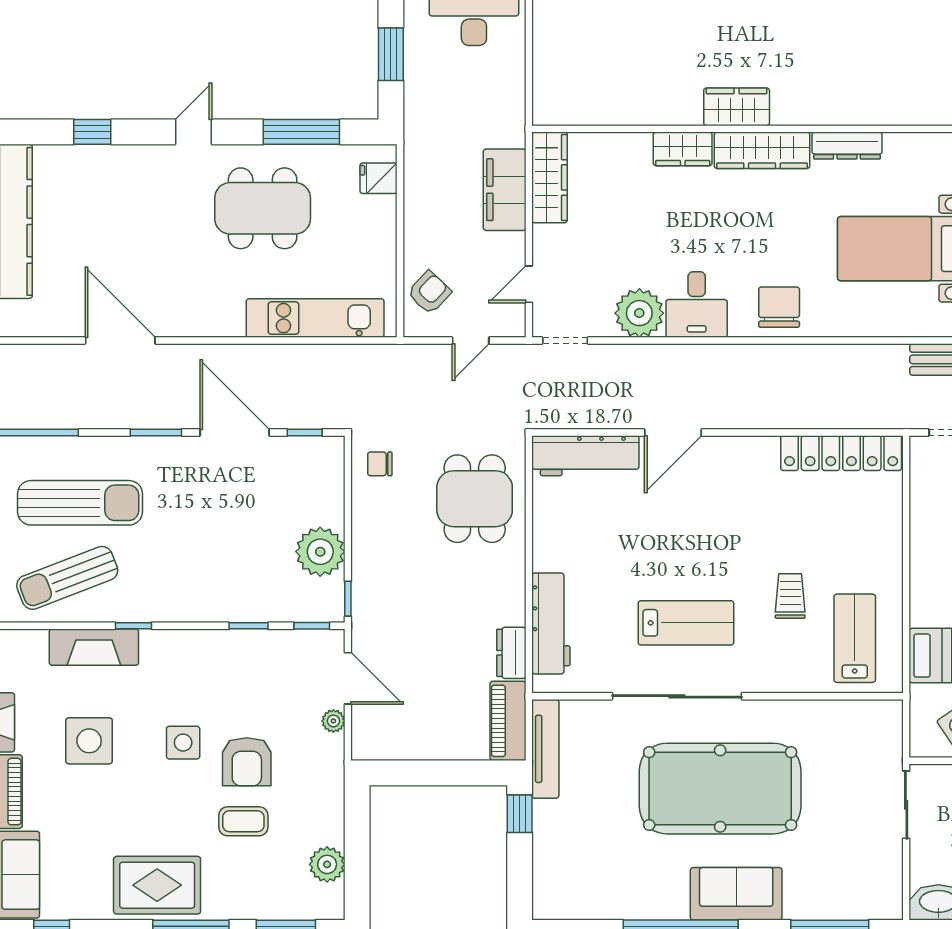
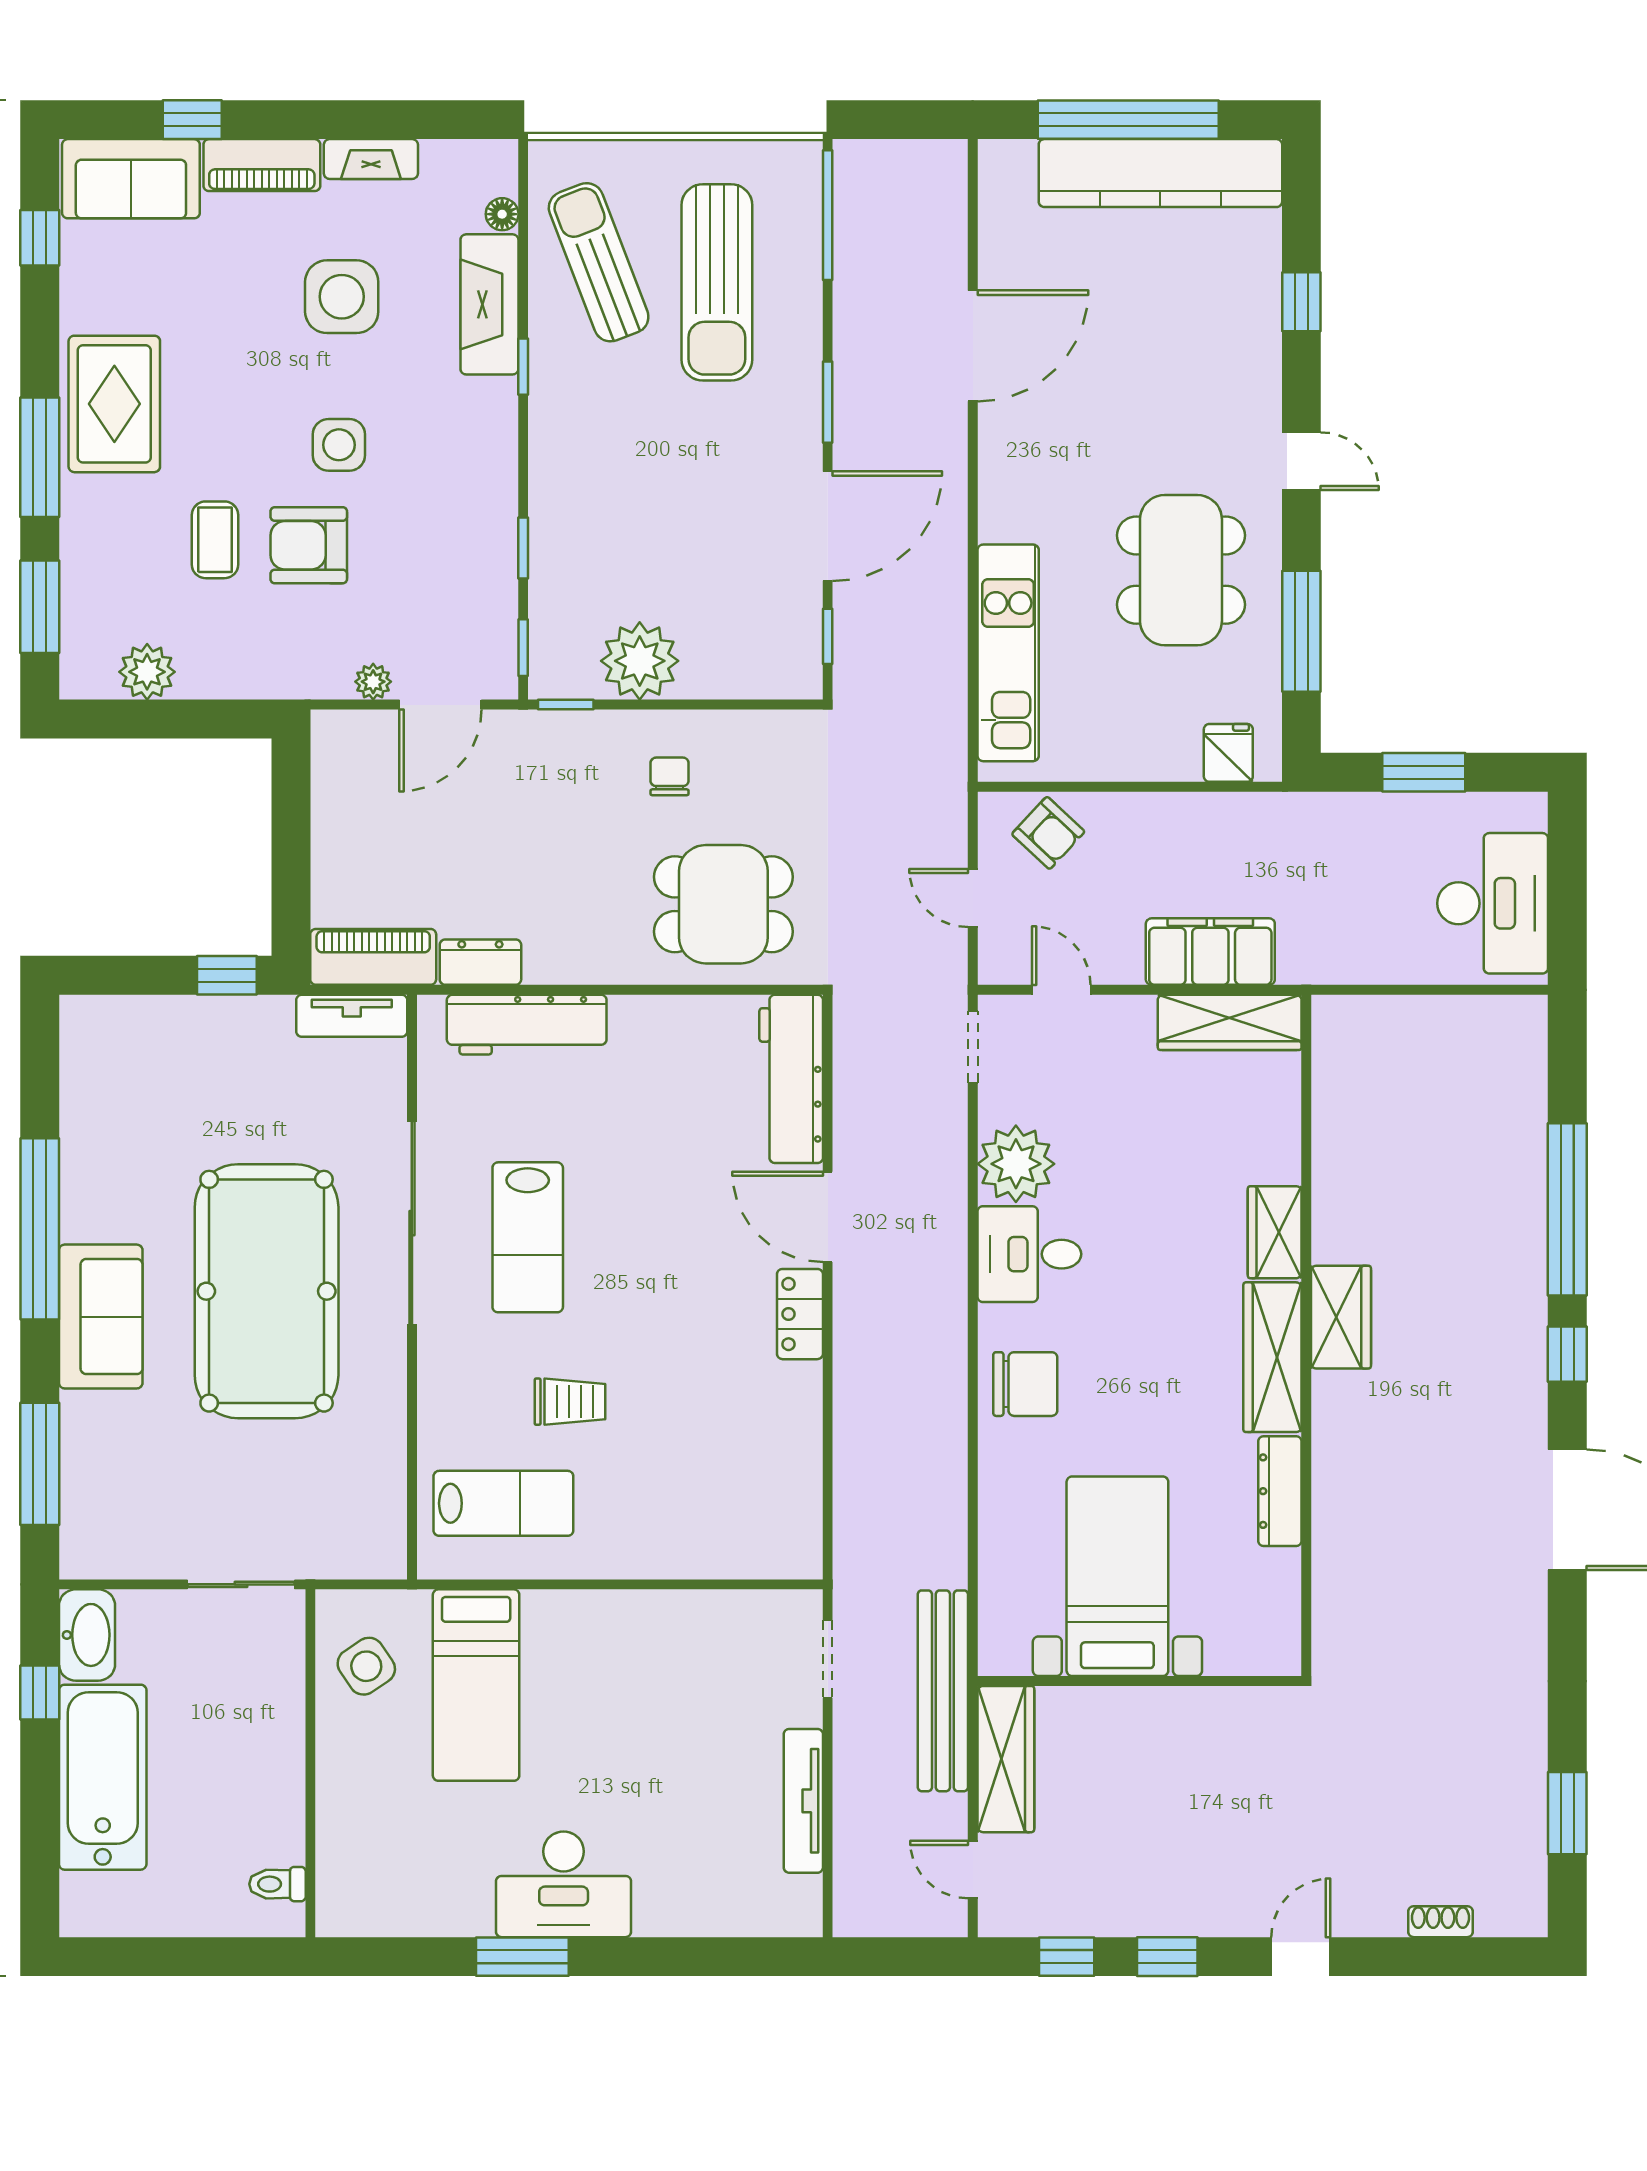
locker: (841, 453) -> (800, 1314), moved, width x0.46, depth x0.83
chair: (380, 464) -> (670, 776), moved
floor lamp: (37, 639) -> (502, 214), added
tv unit: (545, 749) -> (352, 1016), width x0.71

